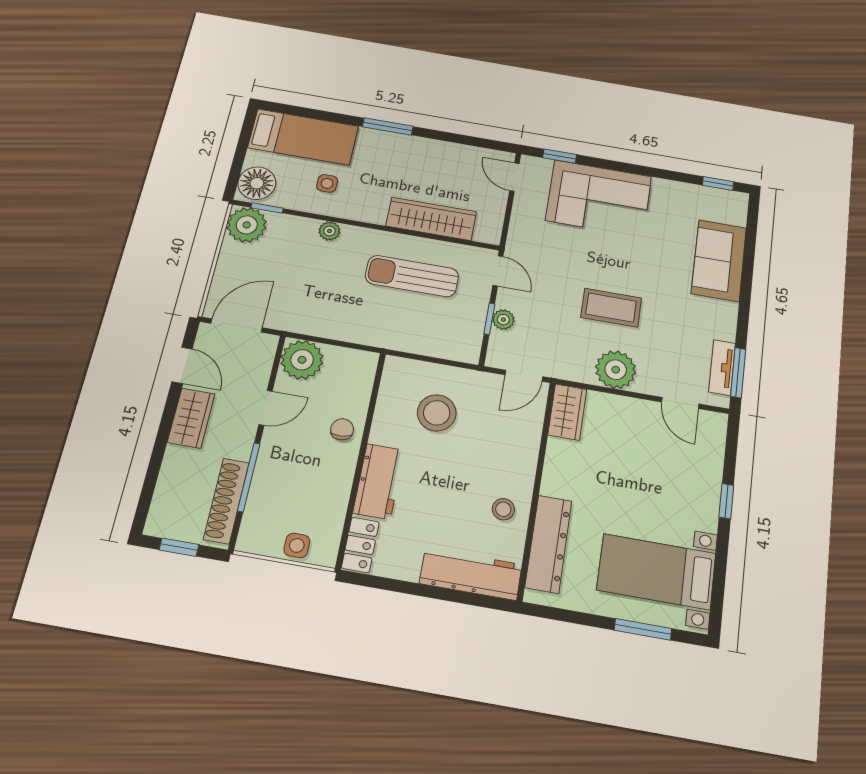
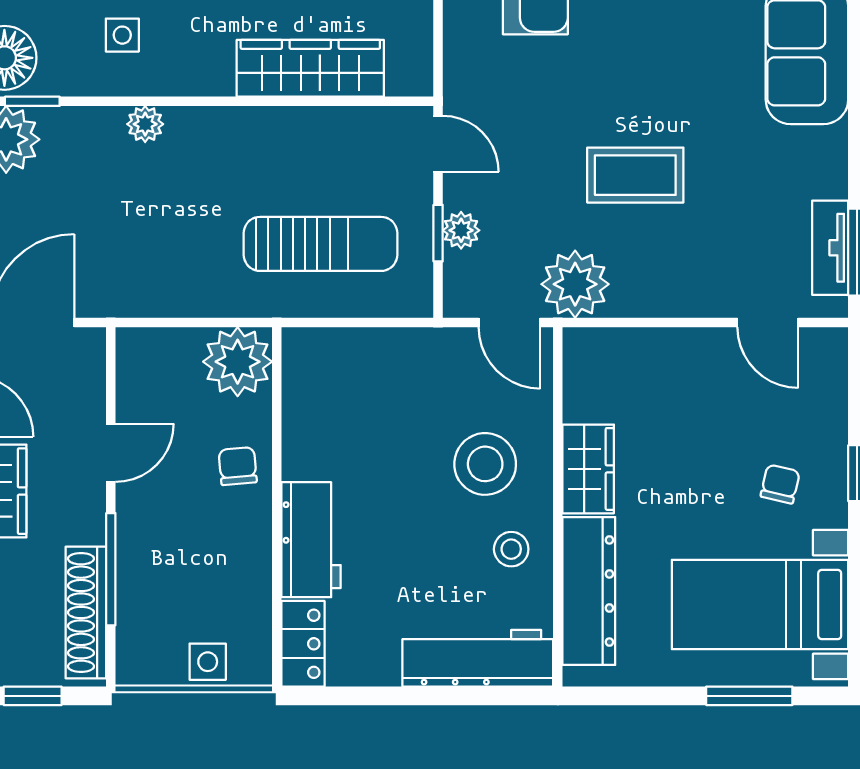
sun lounger: (412, 276) -> (320, 244), moved, turned 180
plant: (302, 360) -> (238, 362), moved
plant: (616, 370) -> (575, 284), moved
door: (524, 376) -> (509, 322), hinge flipped
wardrobe: (567, 412) -> (588, 469), moved
stool: (437, 413) -> (485, 464), moved
chair: (677, 499) -> (780, 484), added

